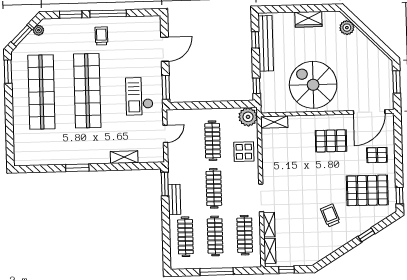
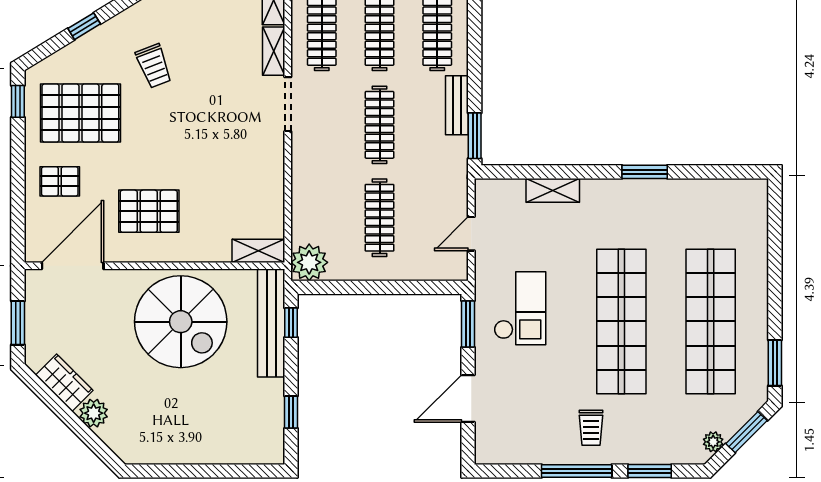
wardrobe: (308, 19) -> (64, 383), moved, turned 45
plant: (347, 28) -> (94, 413), moved
bench: (266, 43) -> (271, 323), moved
display table: (244, 152) -> (319, 195), removed

